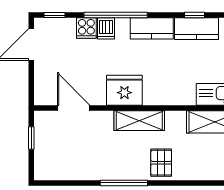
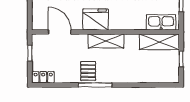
pallet: (161, 163) -> (88, 71), moved
locker: (50, 172) -> (43, 77), added

